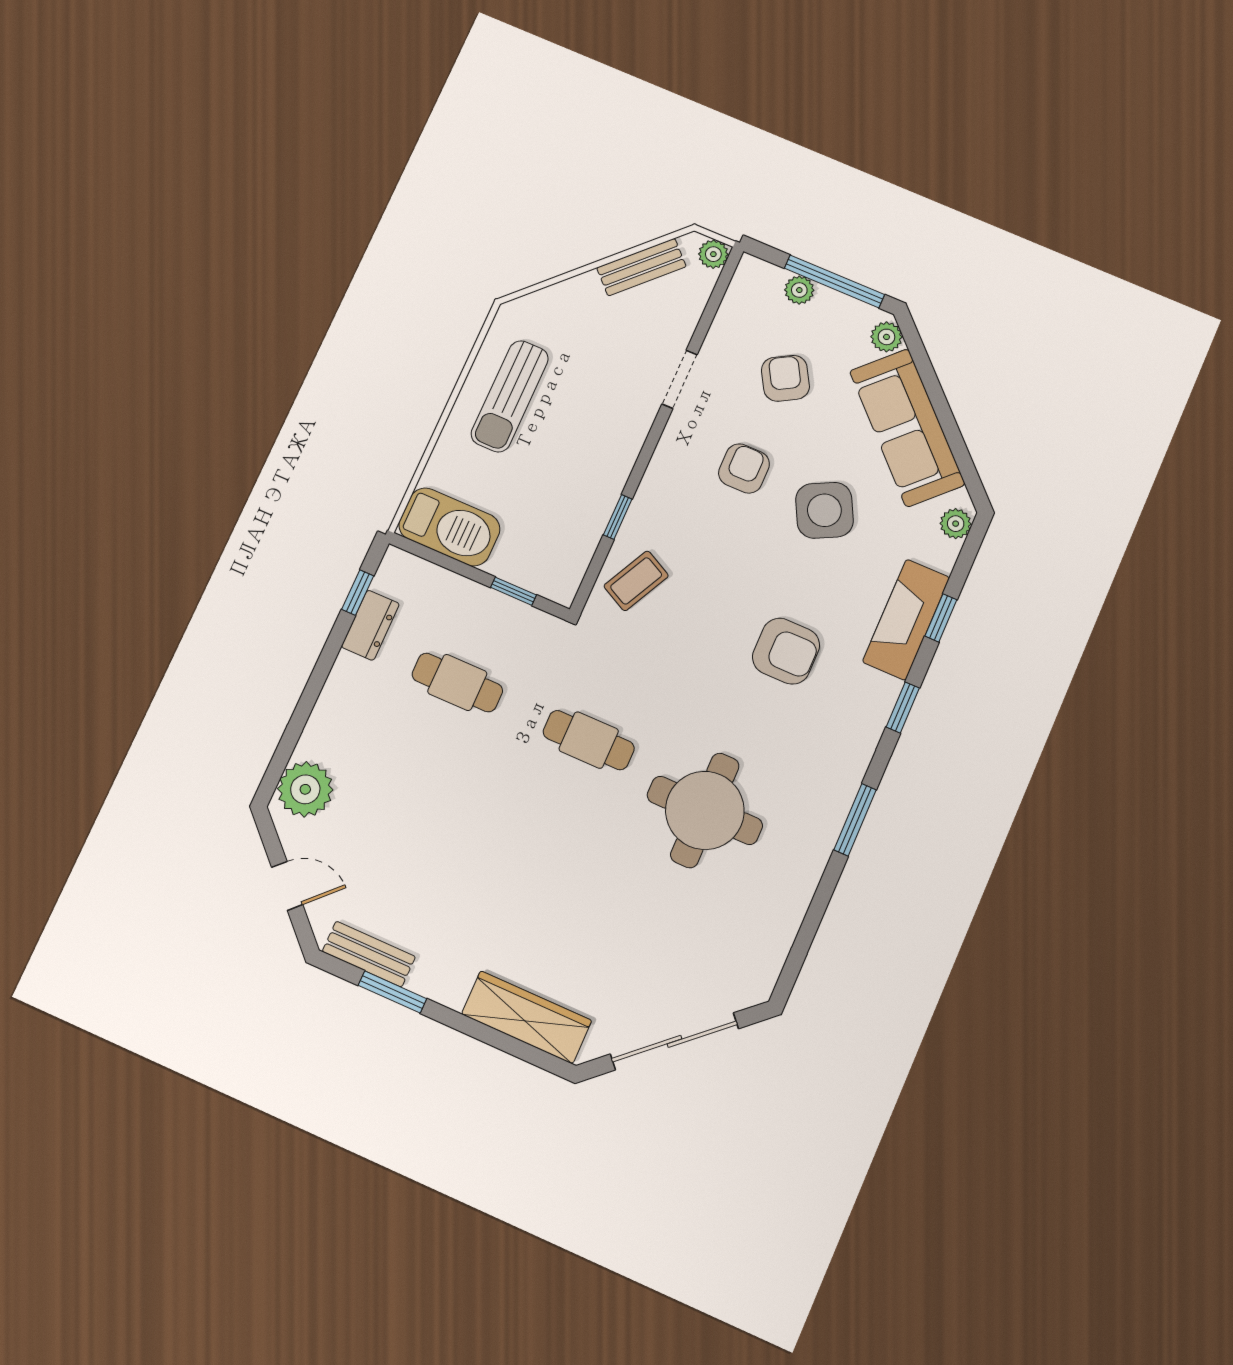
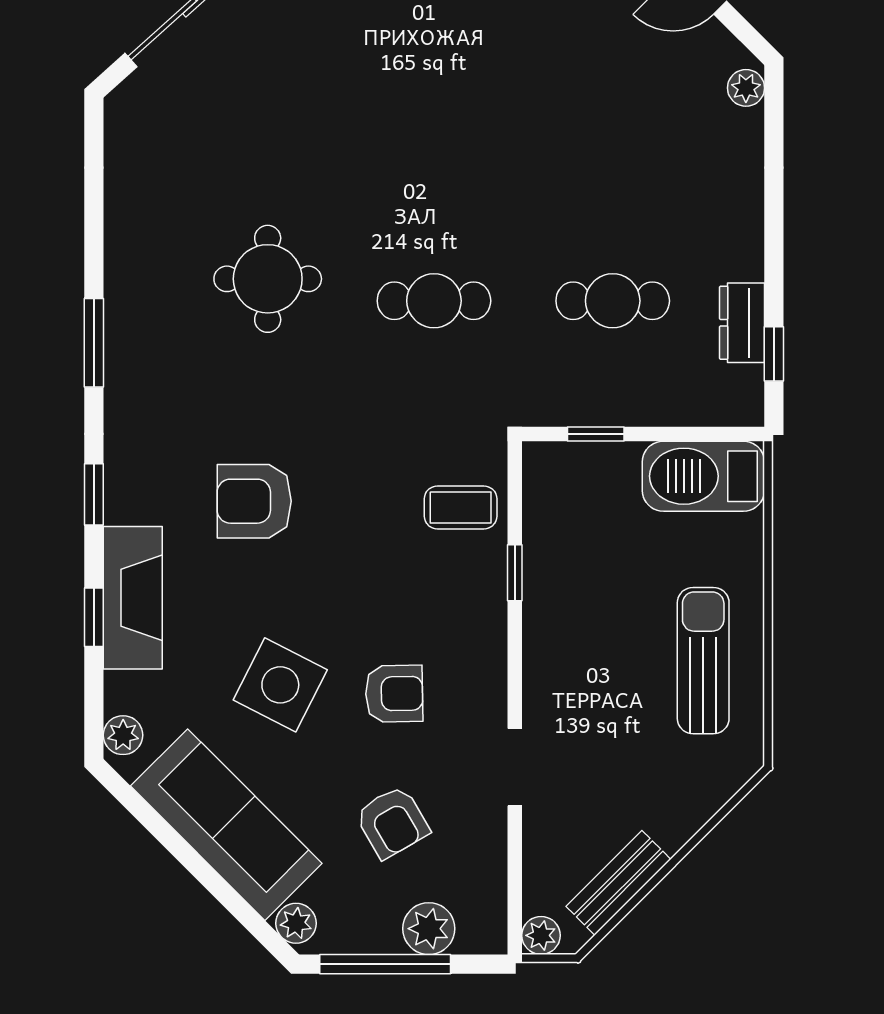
plant: (799, 290) -> (429, 929), width x1.38, depth x1.38
armchair: (744, 469) -> (394, 694), turned -91
side table: (824, 510) -> (280, 685), turned -36
coffee table: (636, 581) -> (461, 507), turned 63
plant: (305, 789) -> (746, 88), width x0.53, depth x0.53
round table: (705, 810) -> (268, 279), width x0.73, depth x0.73

